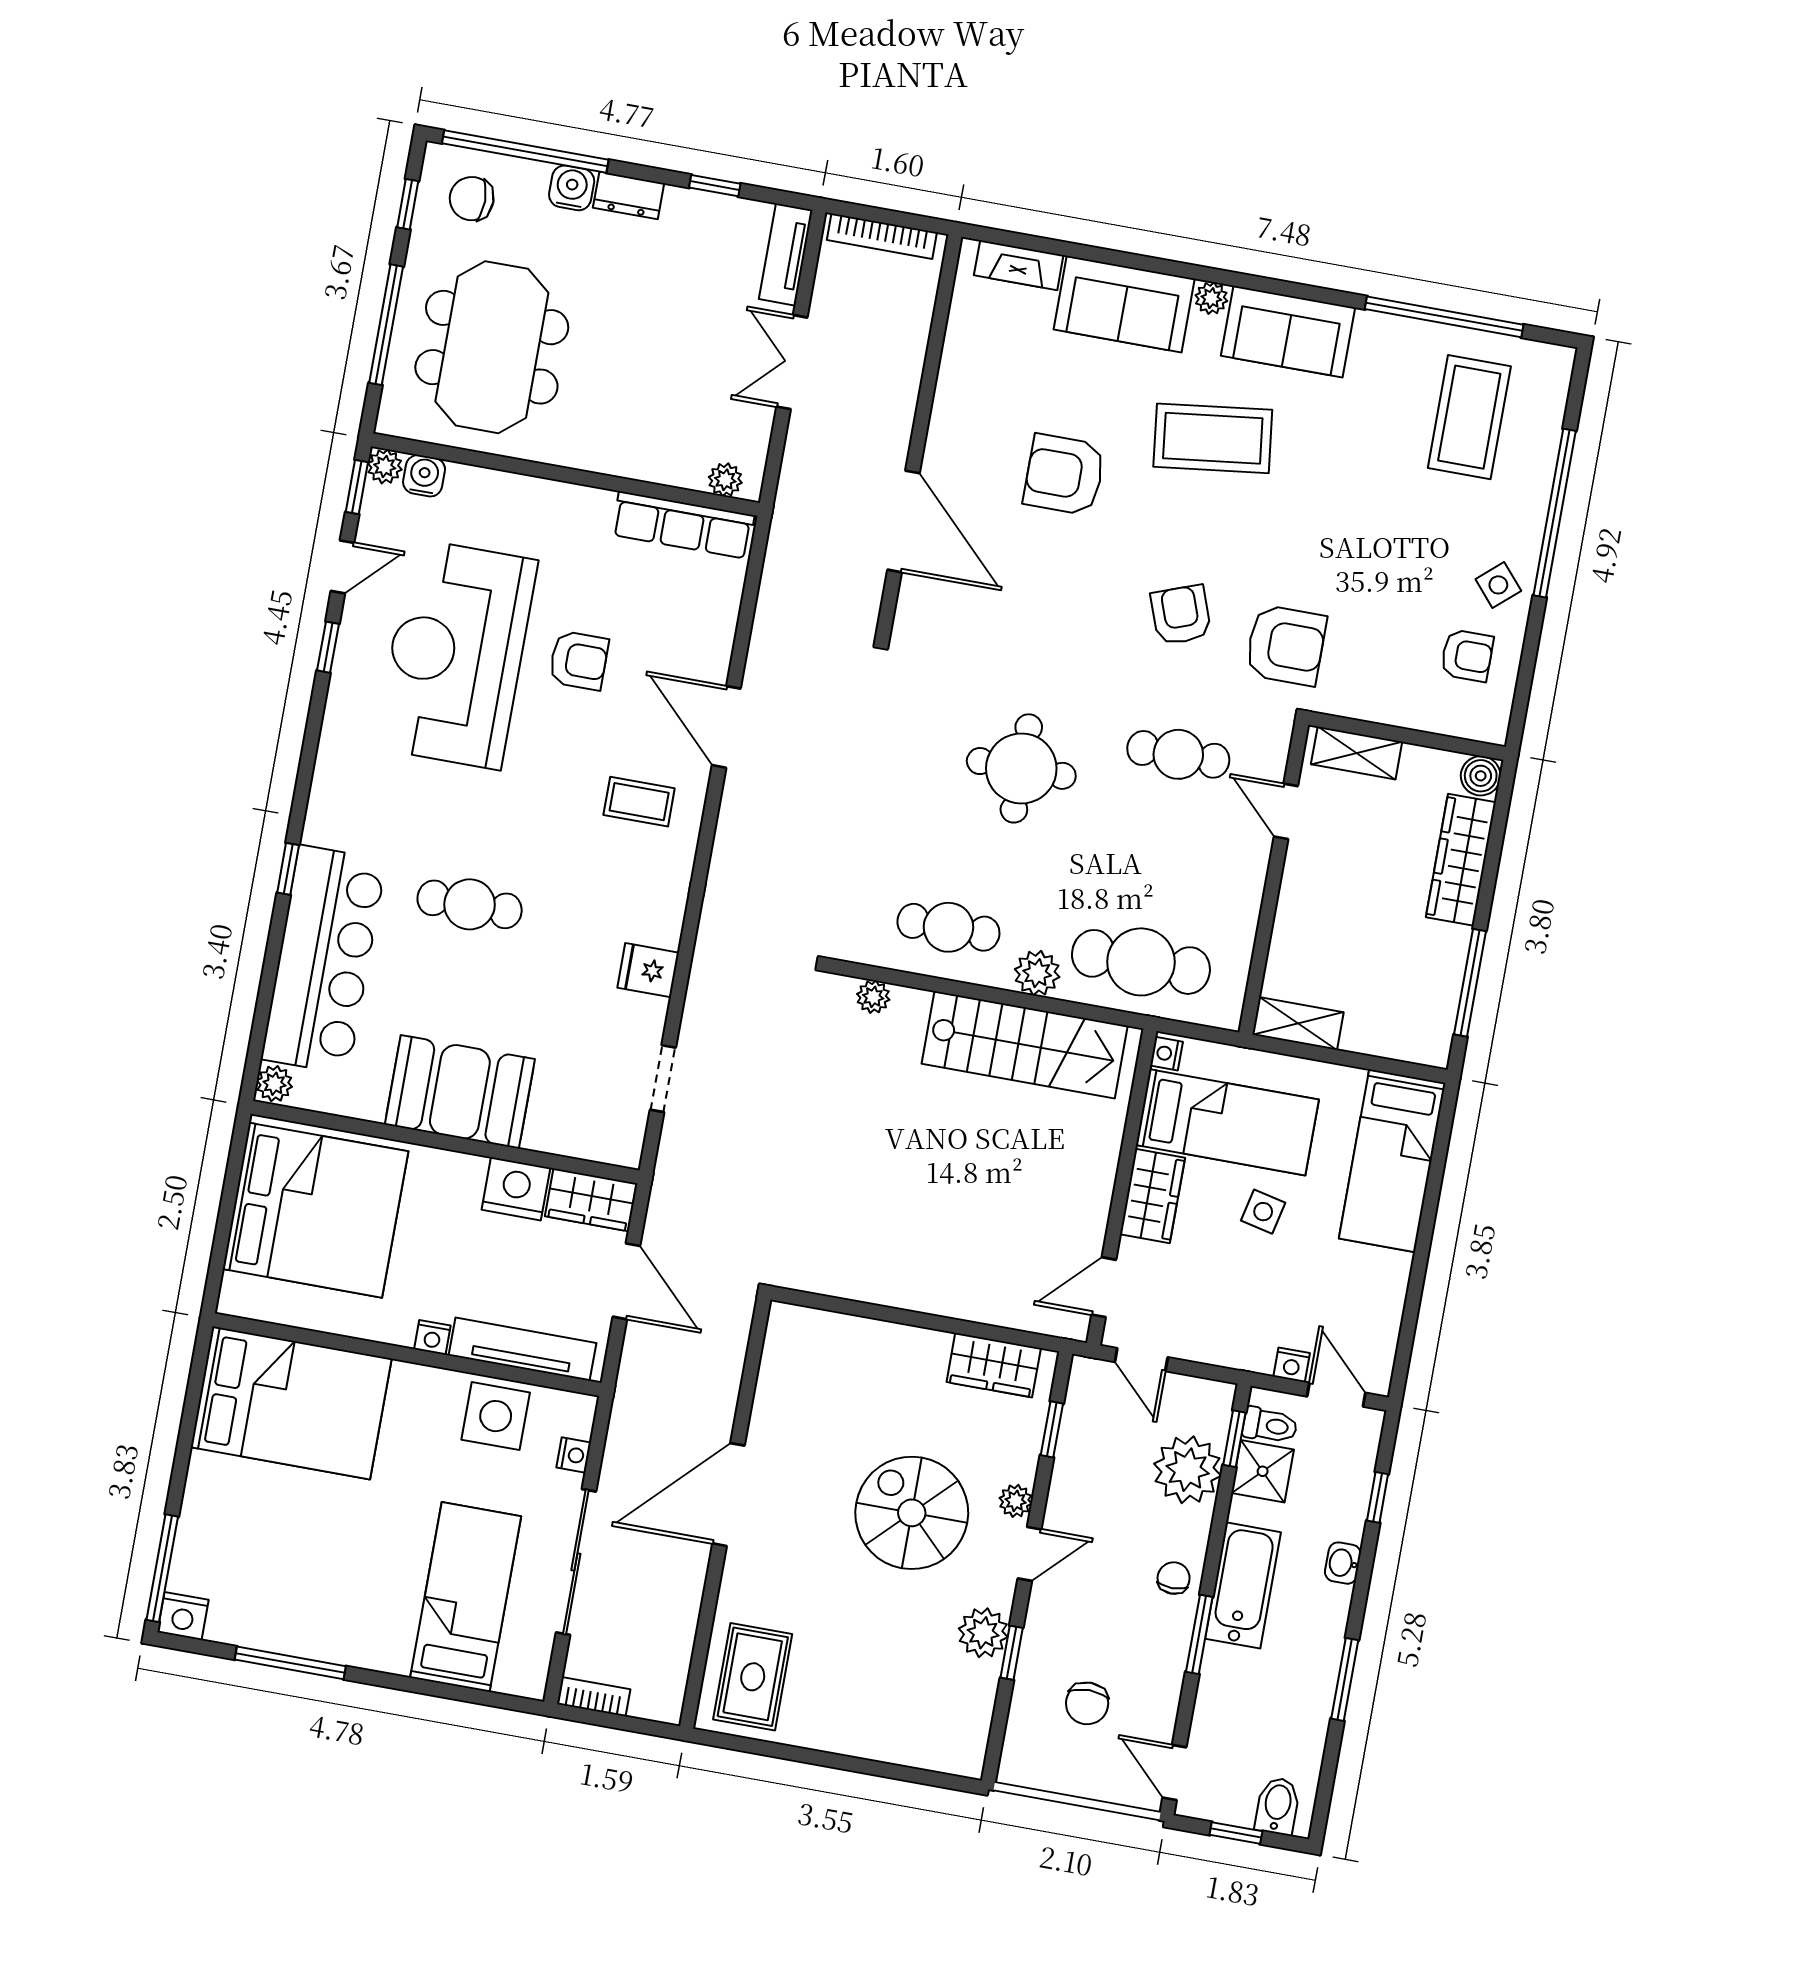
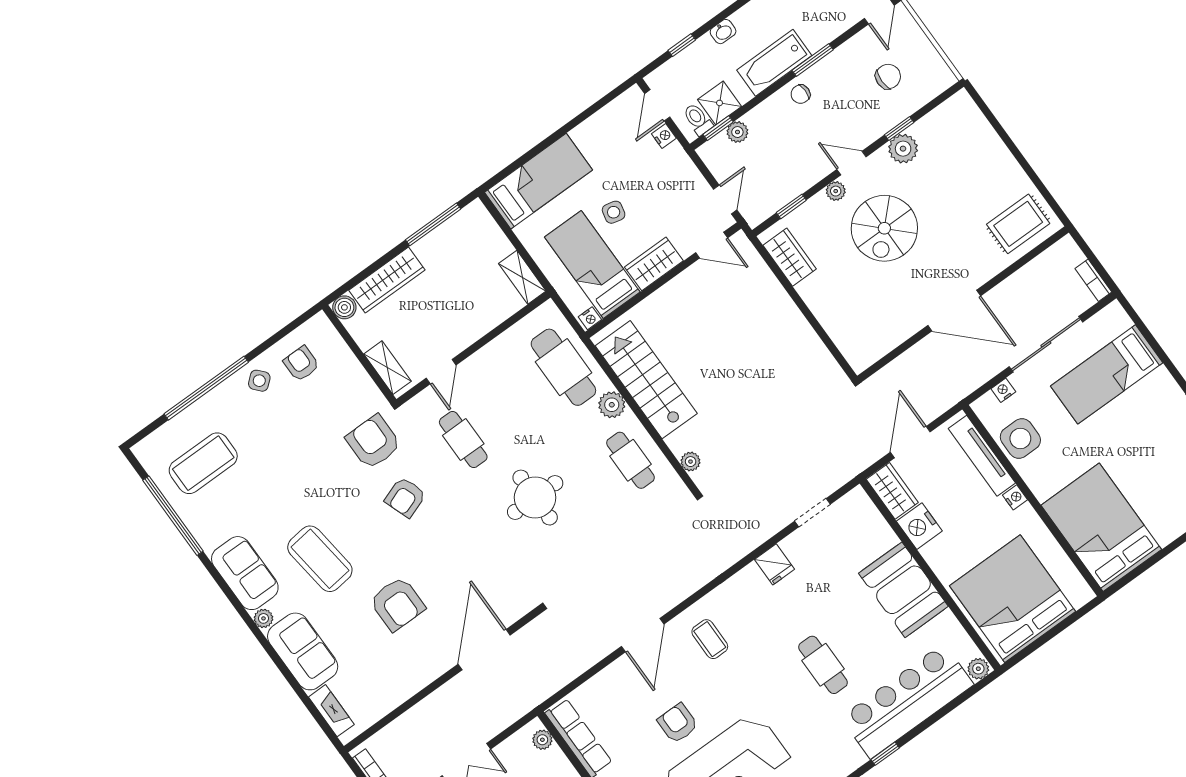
plant: (1188, 1470) -> (737, 132), width x0.53, depth x0.53

